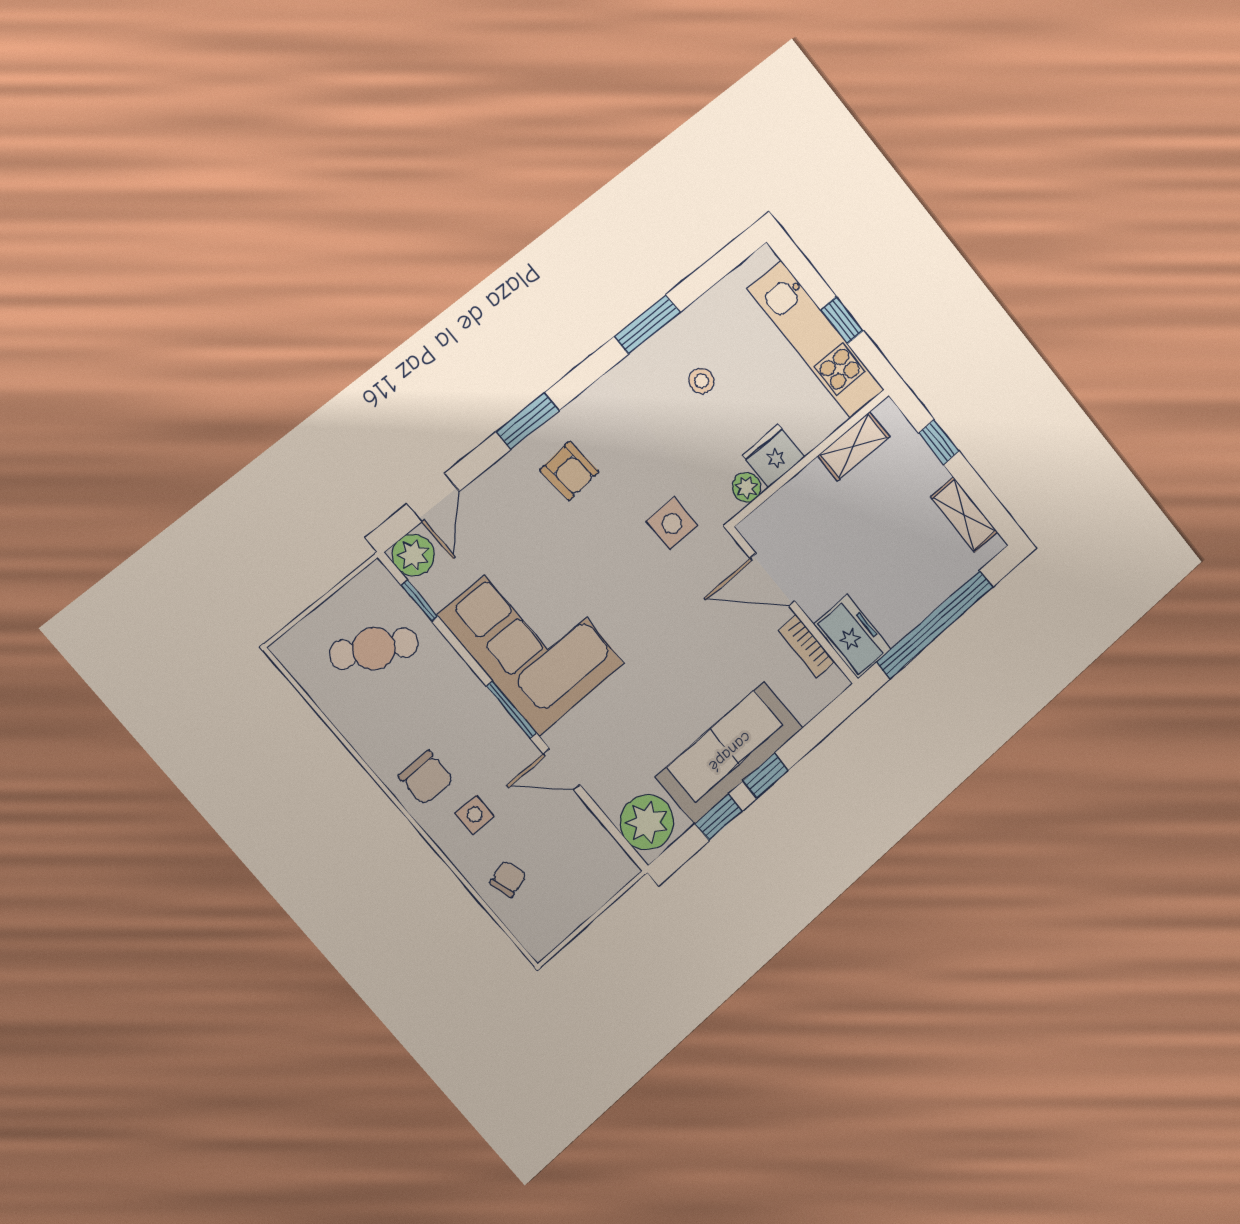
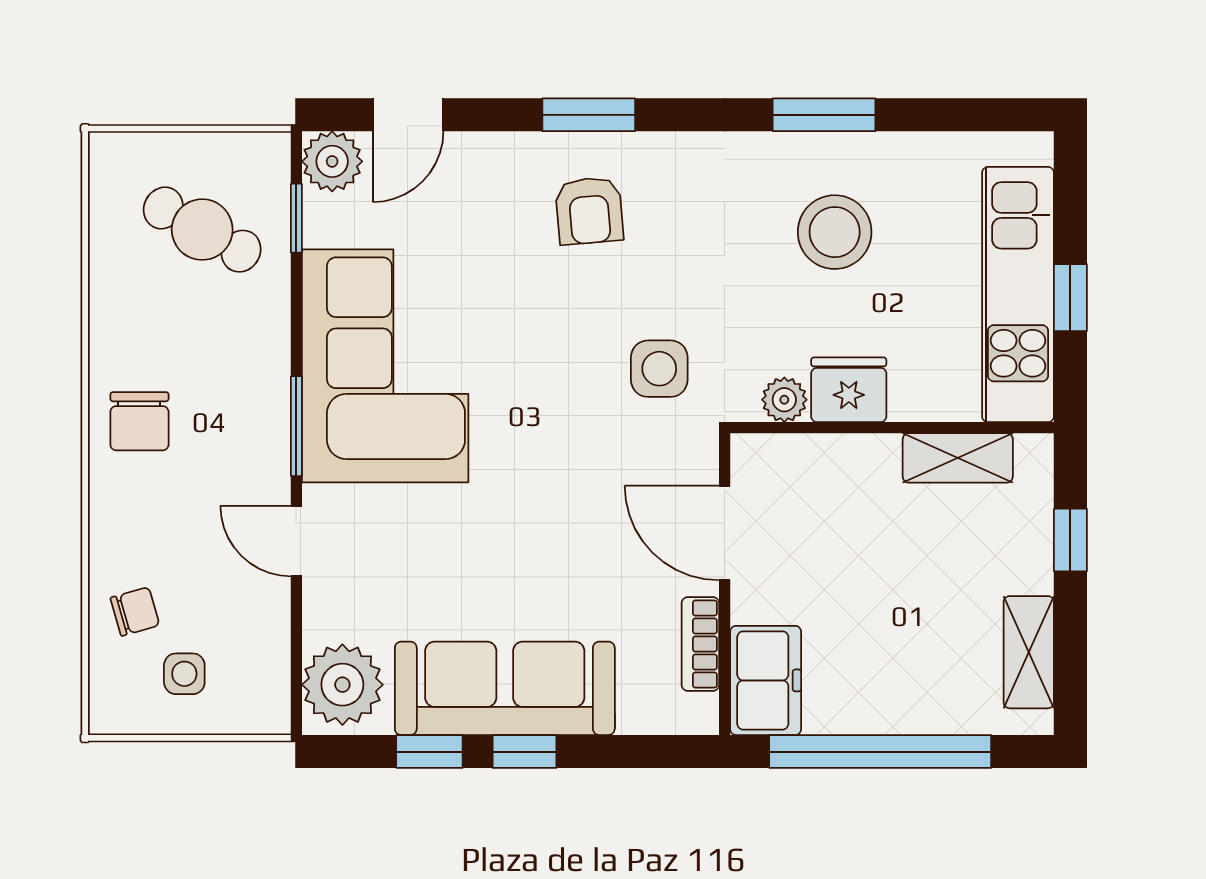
stool: (701, 381) -> (835, 232), width x1.89, depth x1.89
side table: (475, 815) -> (184, 674), moved

